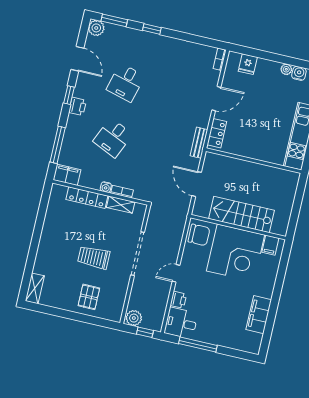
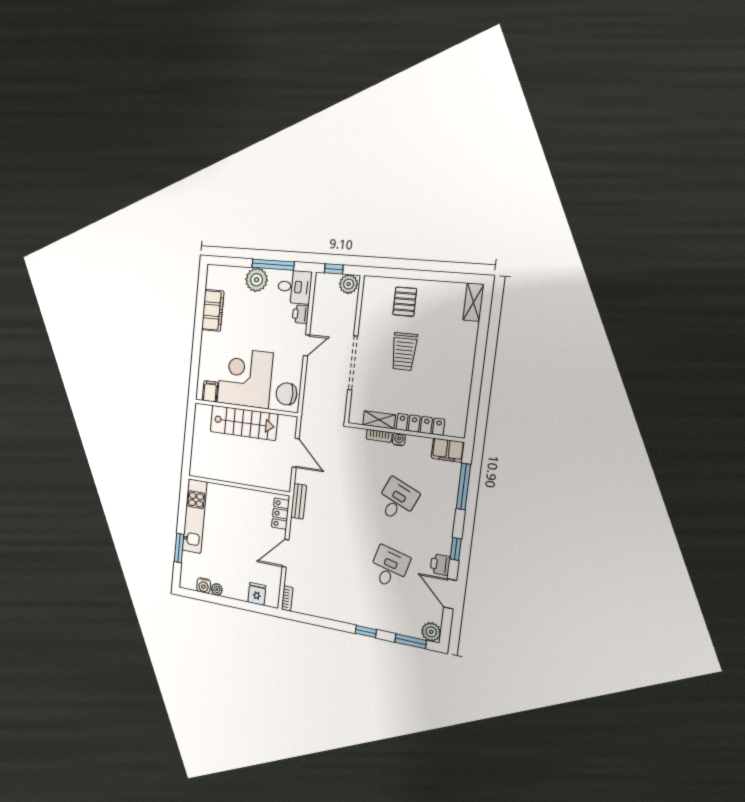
printer: (78, 106) -> (440, 565), moved
trolley: (94, 257) -> (404, 352), turned 90
plant: (214, 334) -> (257, 280), added

